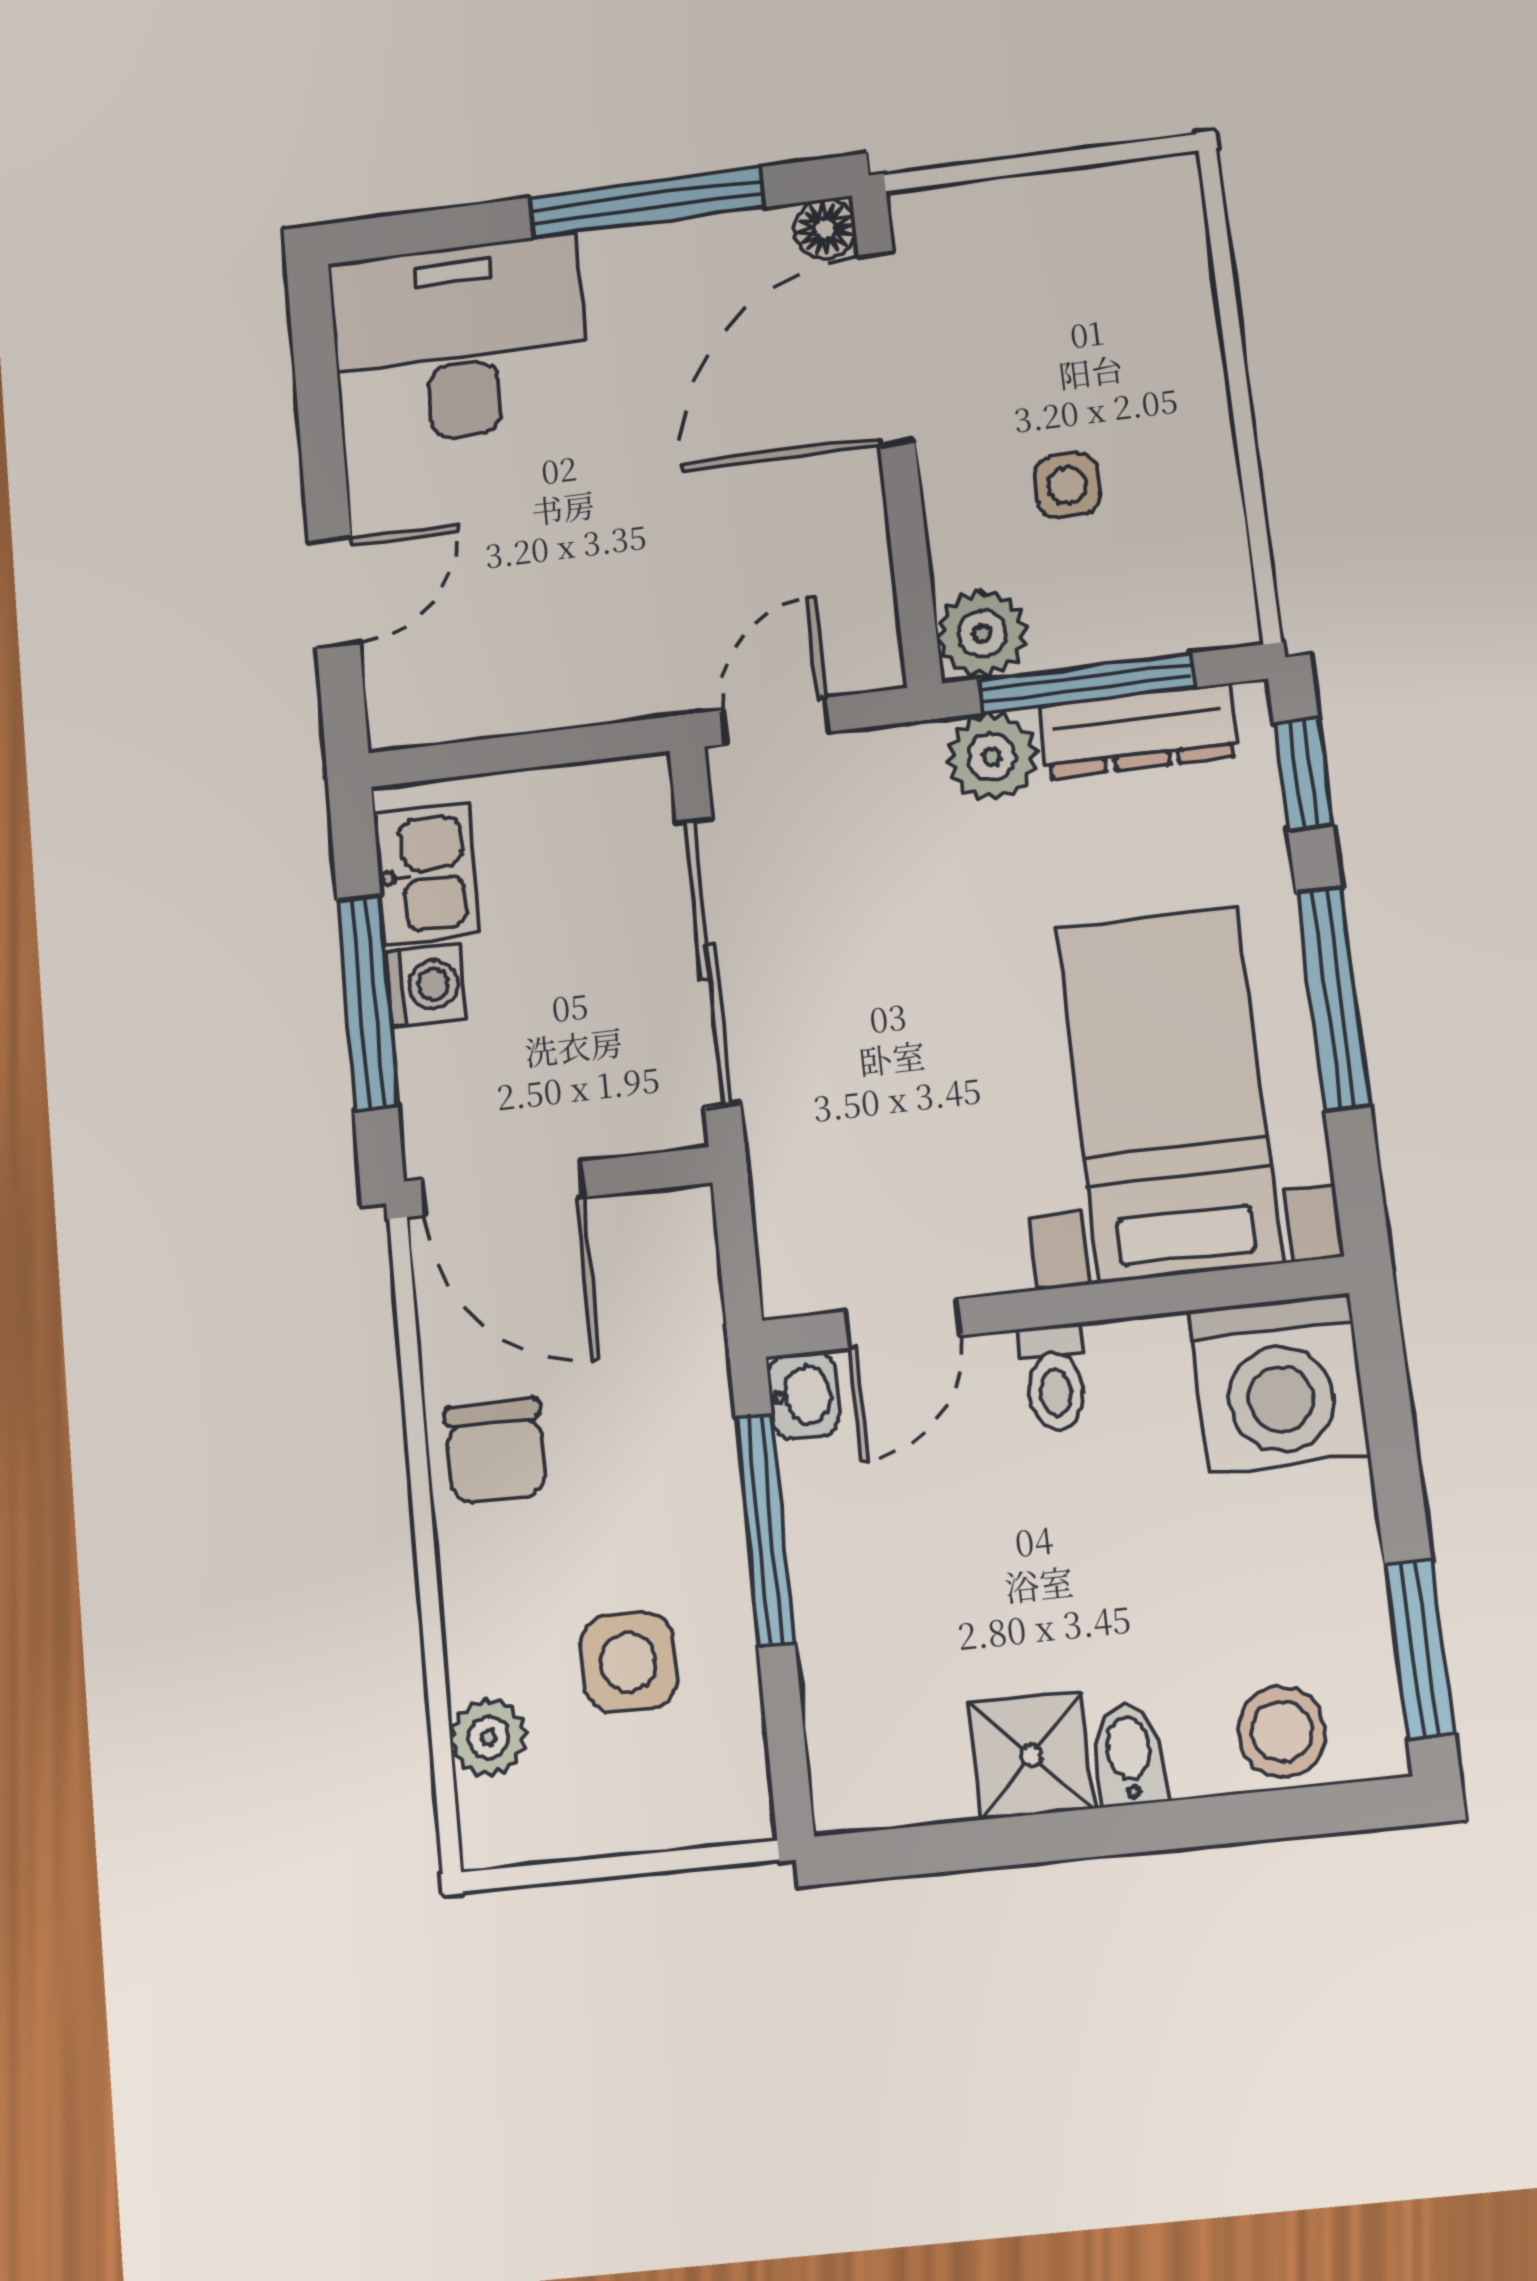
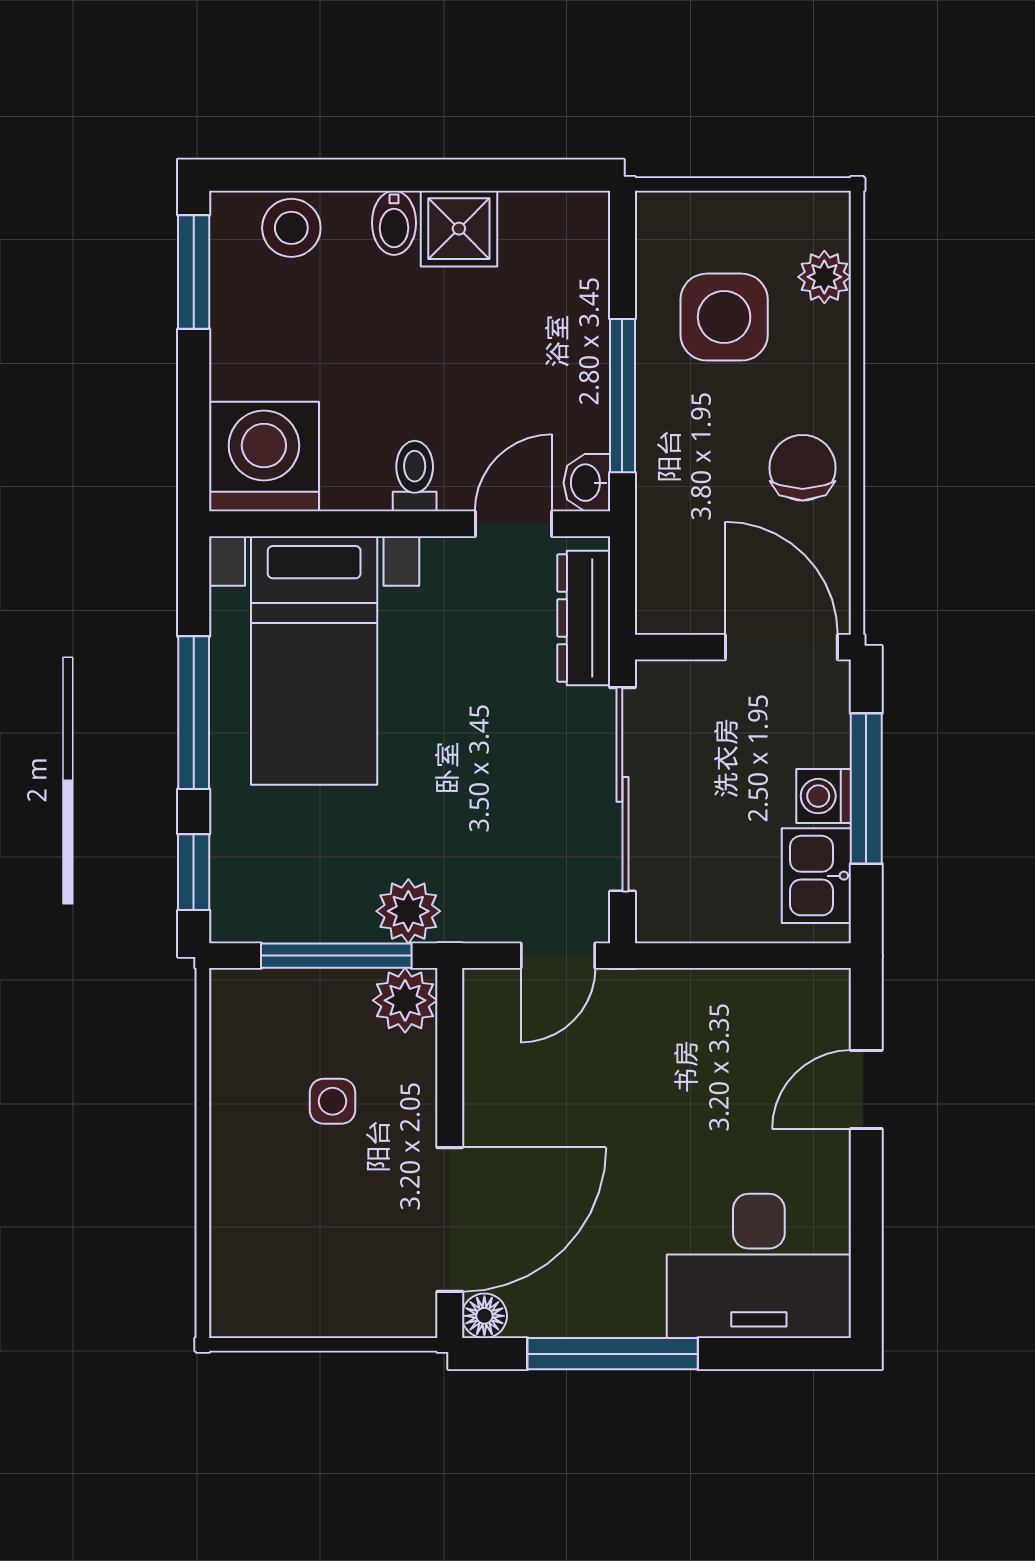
dresser: (1139, 731) -> (584, 618), moved, turned -90
side table: (629, 1662) -> (724, 317), width x1.37, depth x1.37

